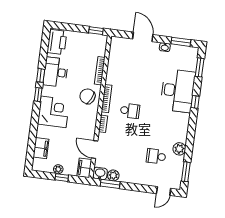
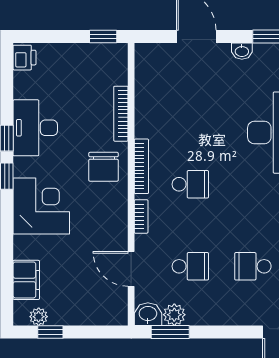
printer: (57, 42) -> (24, 58), width x0.53, depth x0.68
chair: (87, 96) -> (104, 167), turned -116
school desk: (125, 152) -> (190, 266), added
filing cabinet: (84, 168) -> (116, 307), removed
plant: (58, 169) -> (39, 317), moved
window: (62, 178) -> (50, 332), moved

